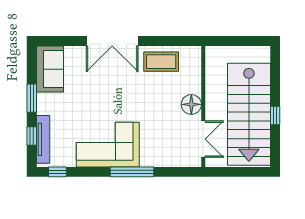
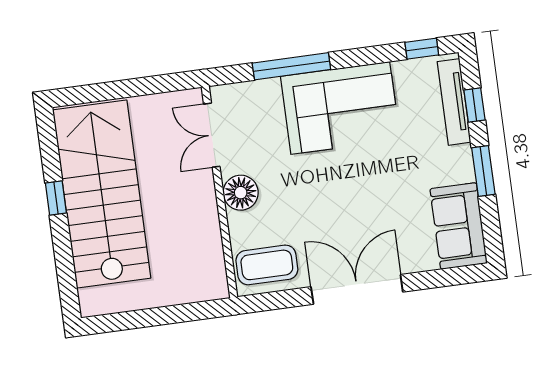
floor lamp: (191, 104) -> (241, 193), moved
wall: (203, 106) -> (219, 192), moved
double door: (203, 139) -> (212, 135), moved

